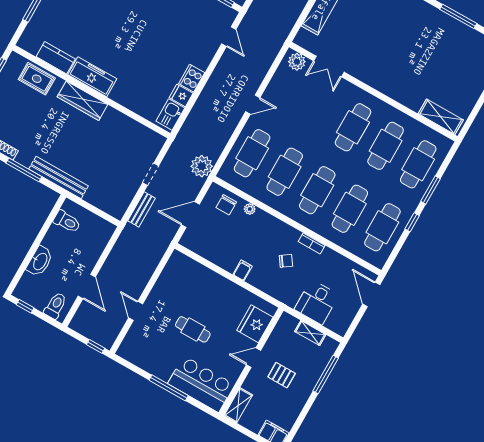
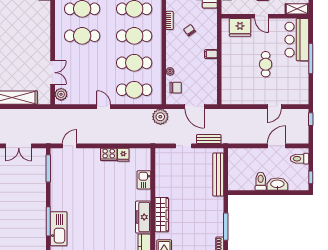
kitchen sink: (170, 115) -> (144, 180), moved, turned 90
bench: (59, 178) -> (218, 175), moved
toilet: (67, 222) -> (261, 181), moved

